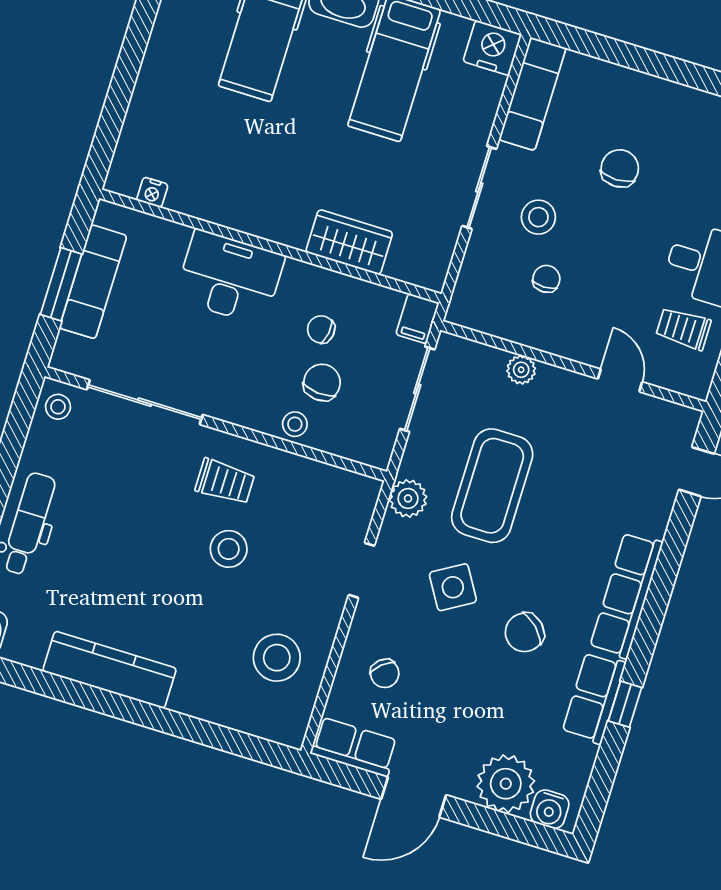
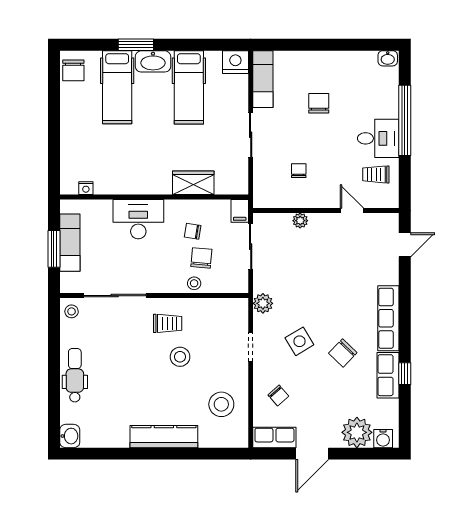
stool: (538, 217) -> (285, 141), removed
coffee table: (492, 486) -> (304, 284), removed
kitchen counter: (110, 670) -> (164, 437), moved

